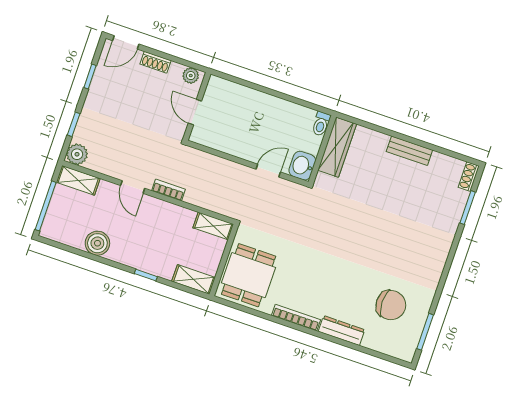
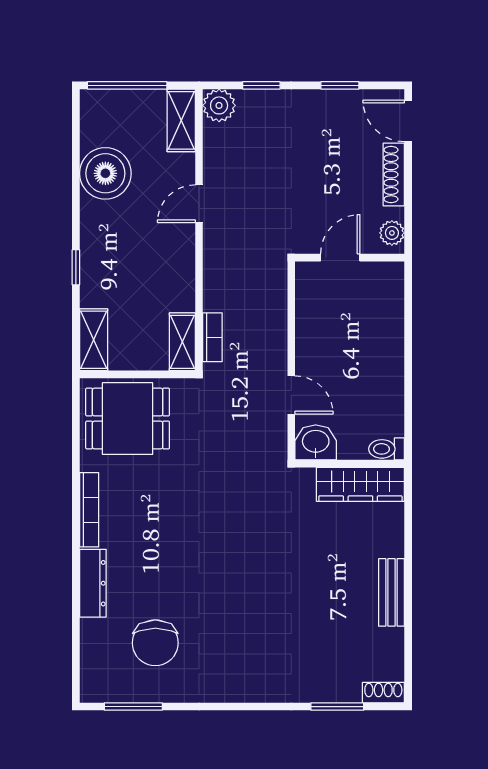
shoe rack: (155, 62) -> (394, 175), width x1.43
bookcase: (168, 190) -> (212, 337), moved
boiler: (97, 243) -> (105, 173), width x1.37, depth x1.37

